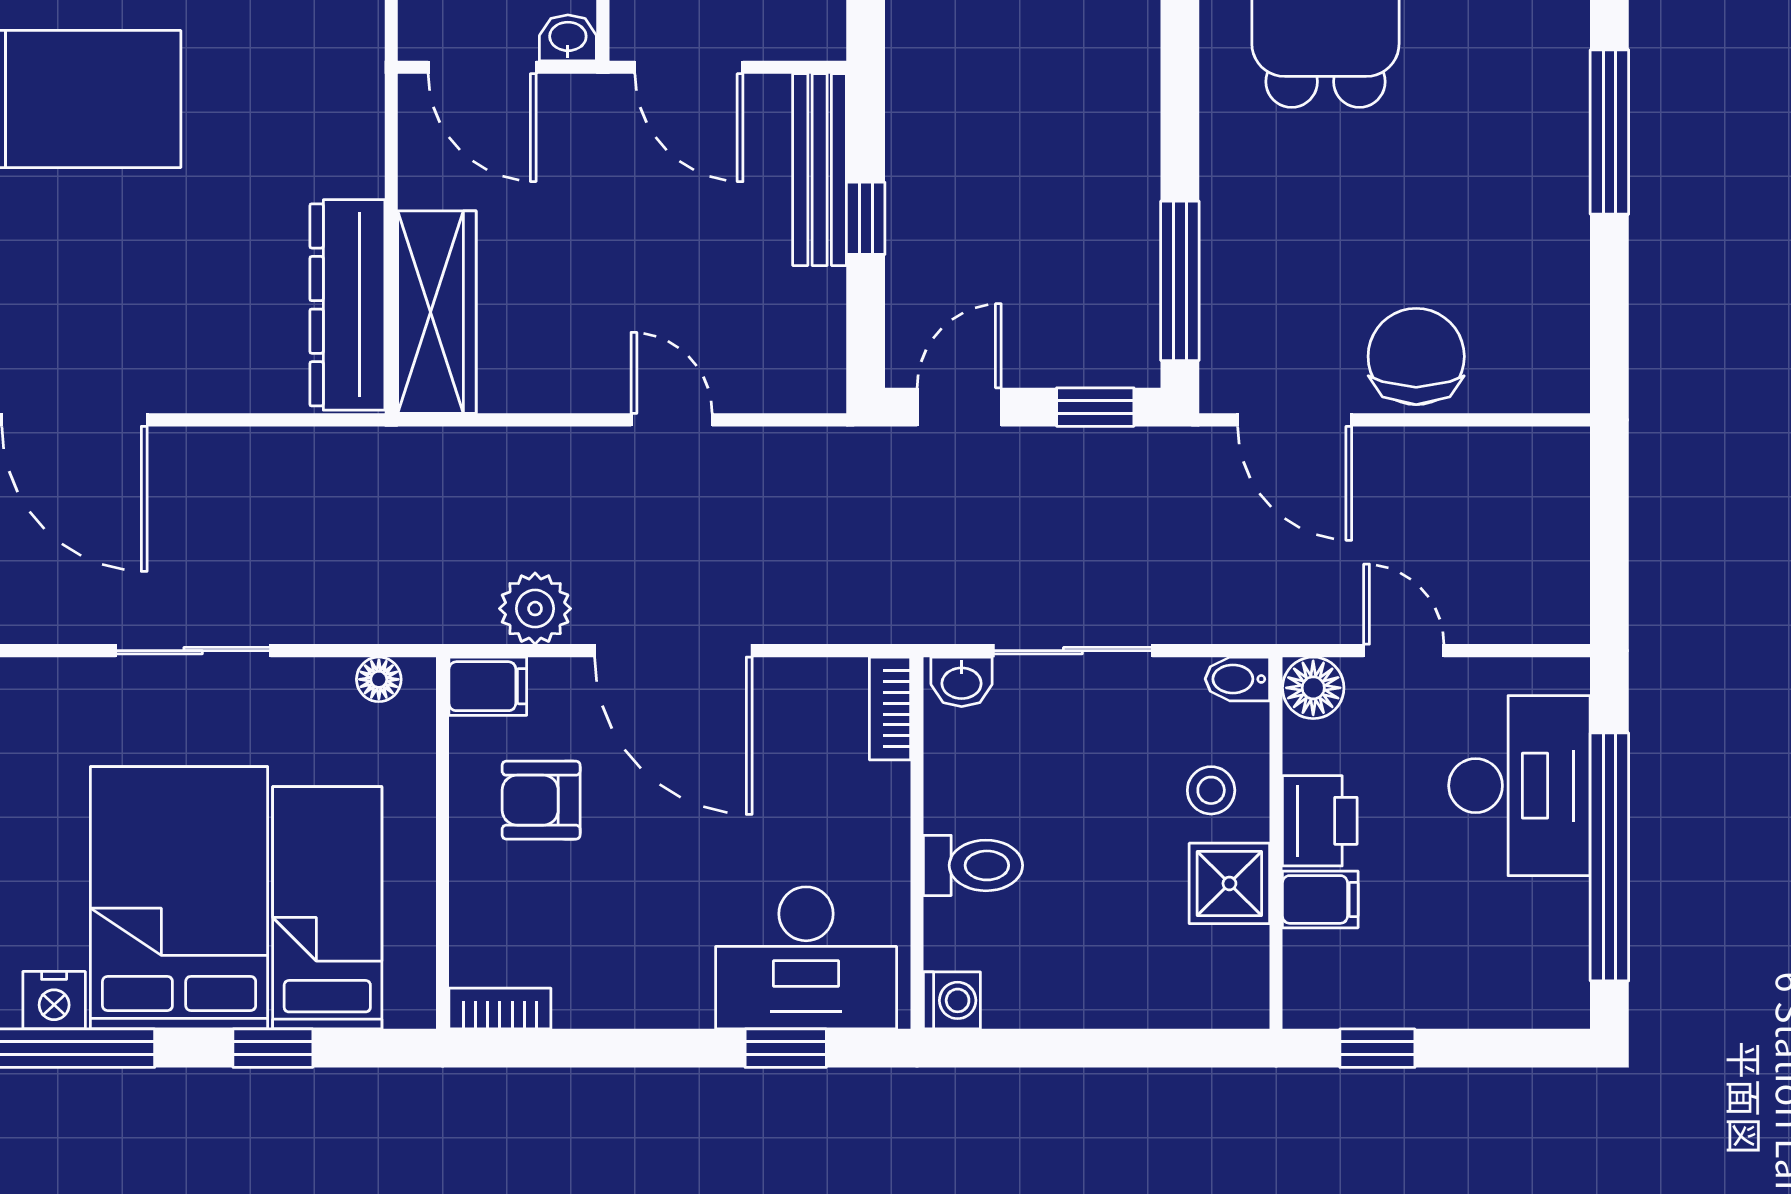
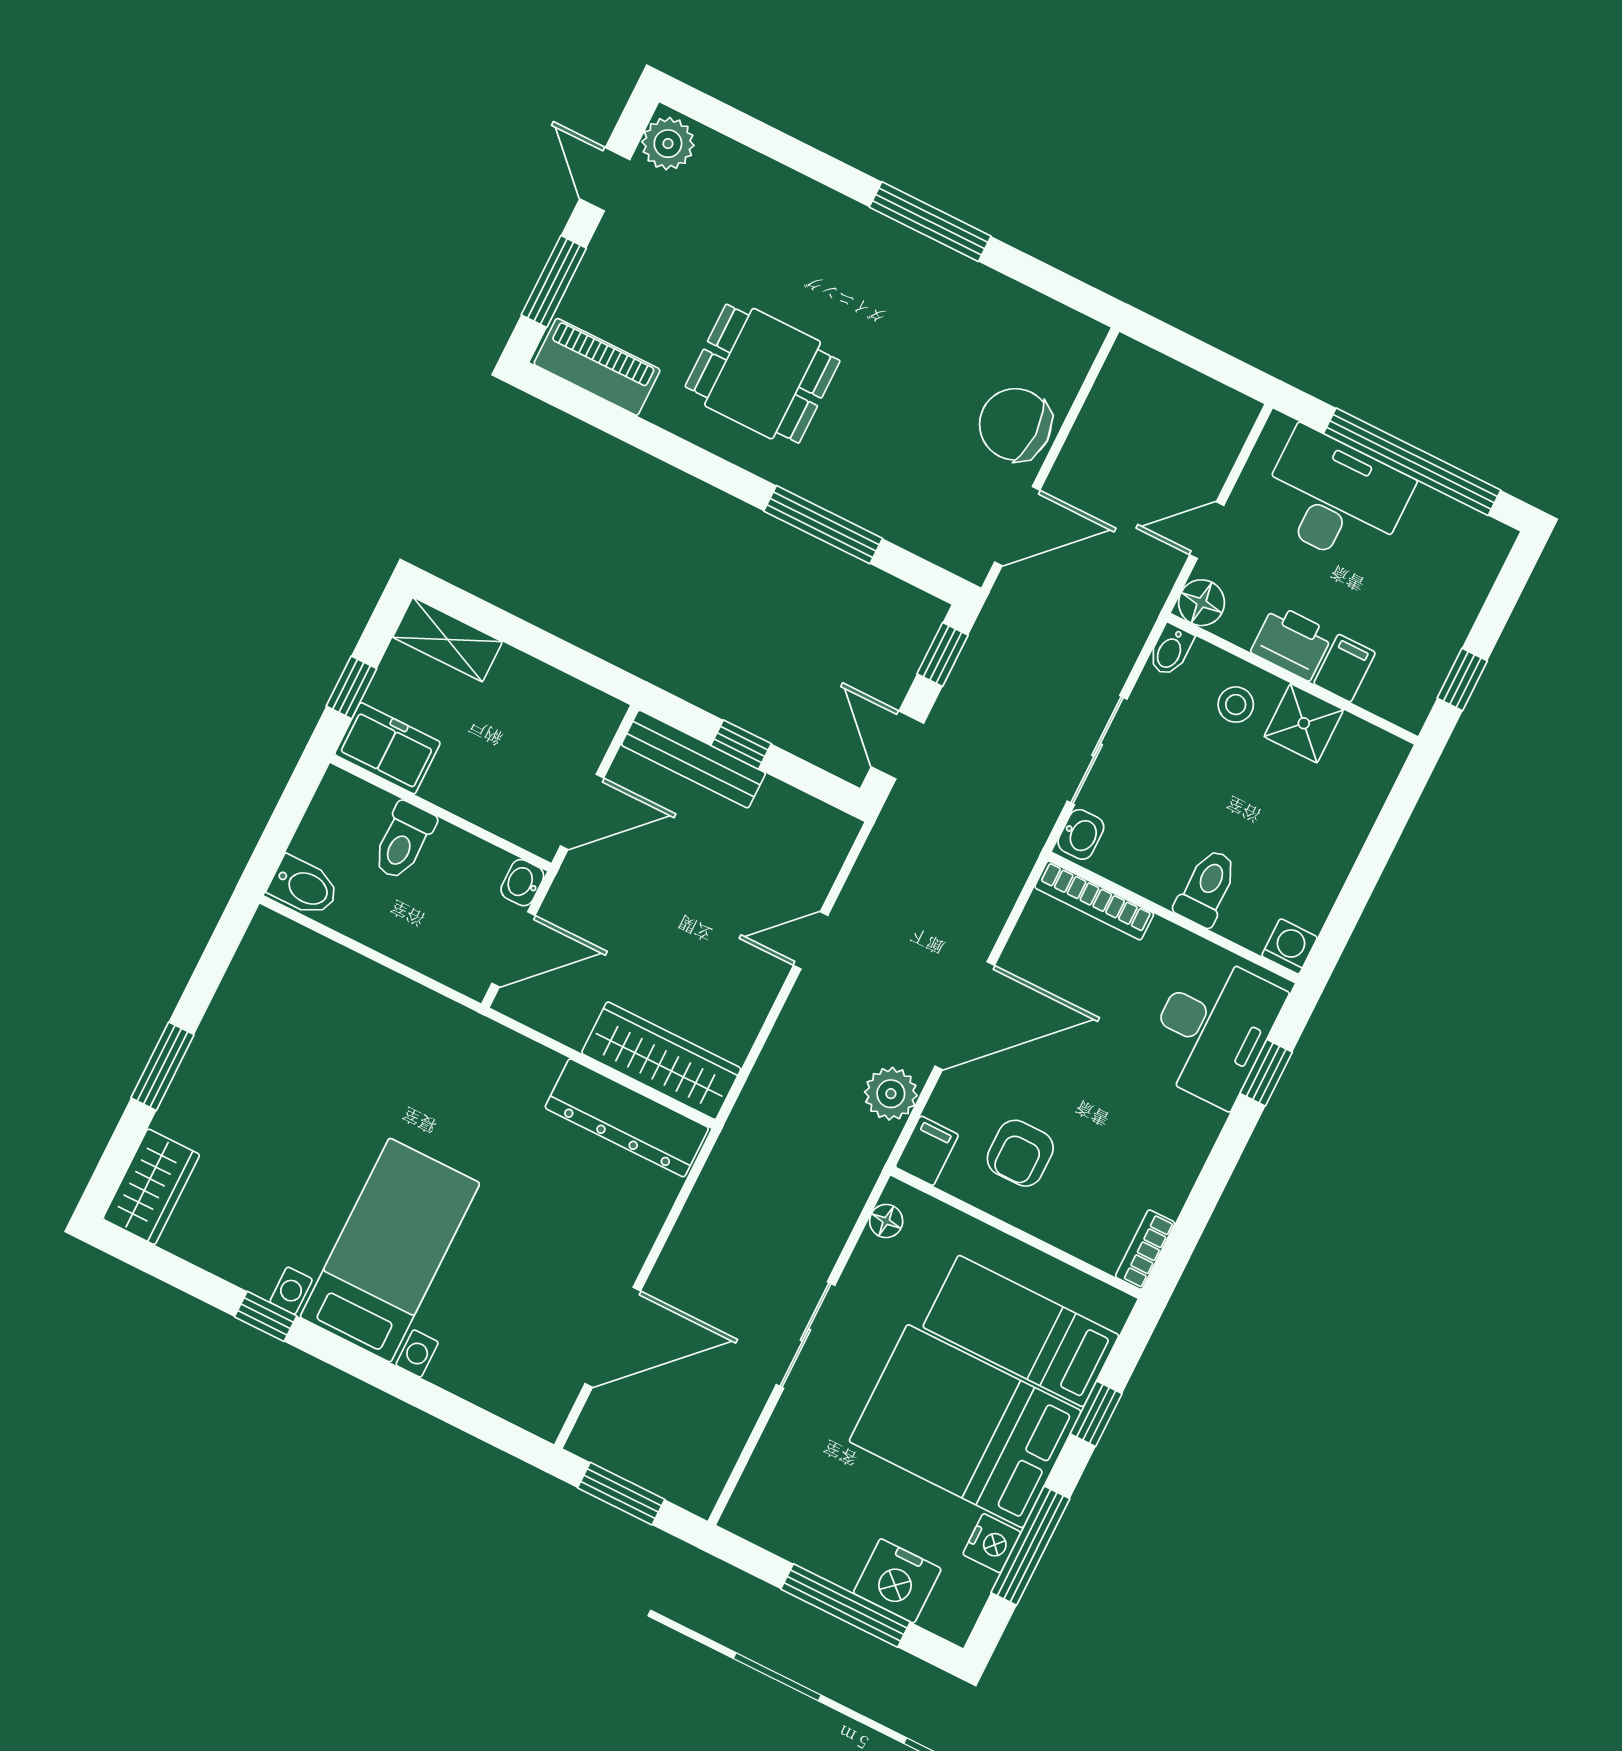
window: (1180, 281) -> (823, 525), moved
bookcase: (890, 709) -> (1094, 900), width x1.56

